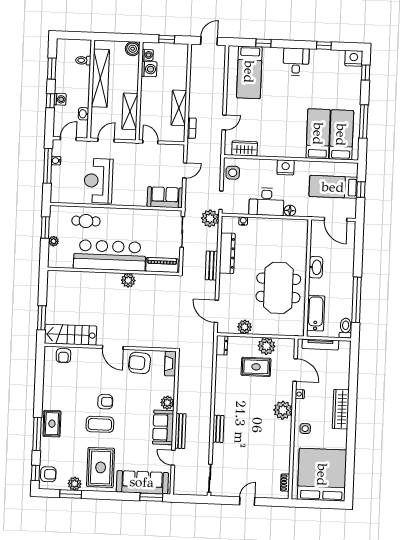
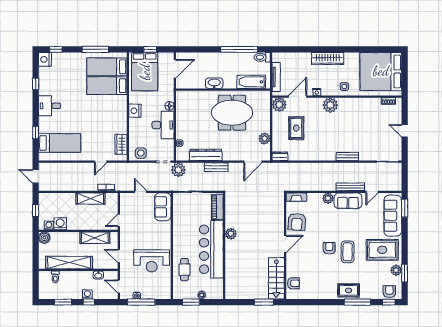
door: (224, 122) -> (101, 162), swing flipped
bed: (333, 187) -> (145, 72), width x1.50
plant: (267, 346) -> (279, 105), moved

